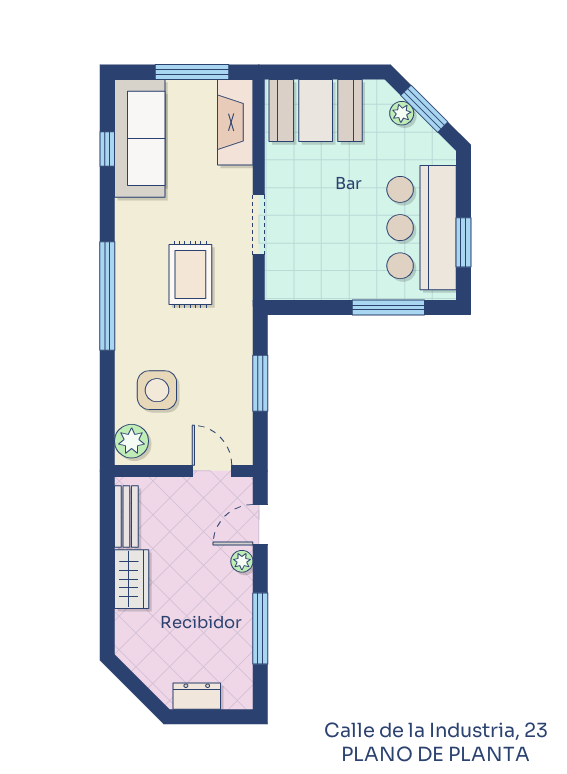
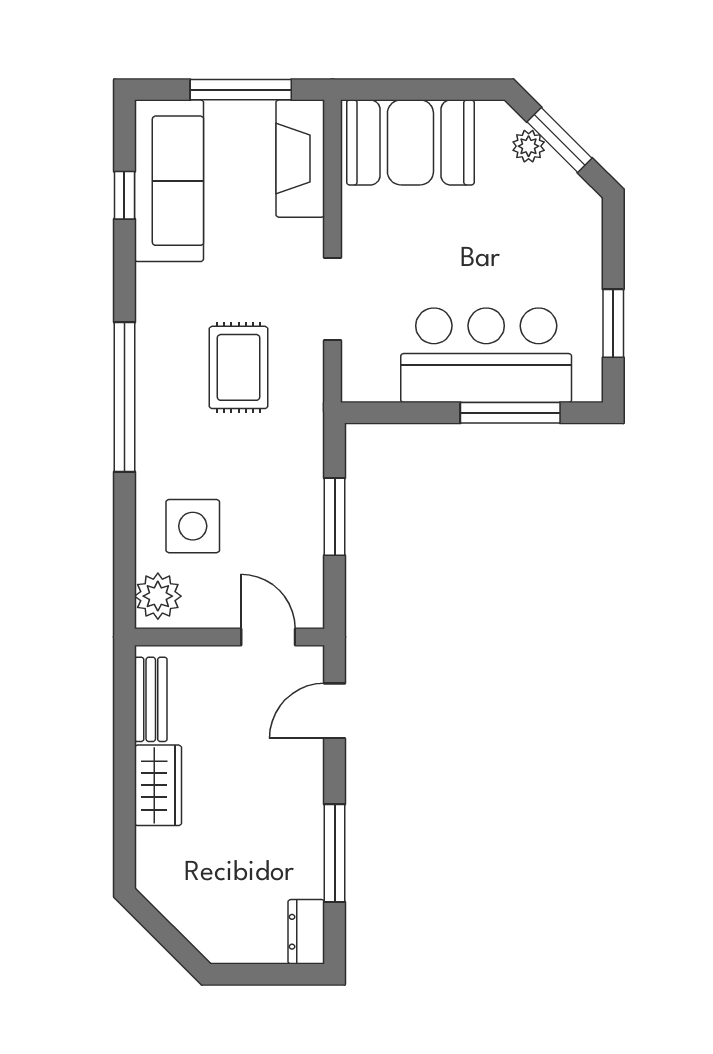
bar counter: (422, 228) -> (486, 355), moved, turned 90
plant: (242, 561) -> (309, 761), removed
dresser: (197, 696) -> (306, 932), moved, turned -90

